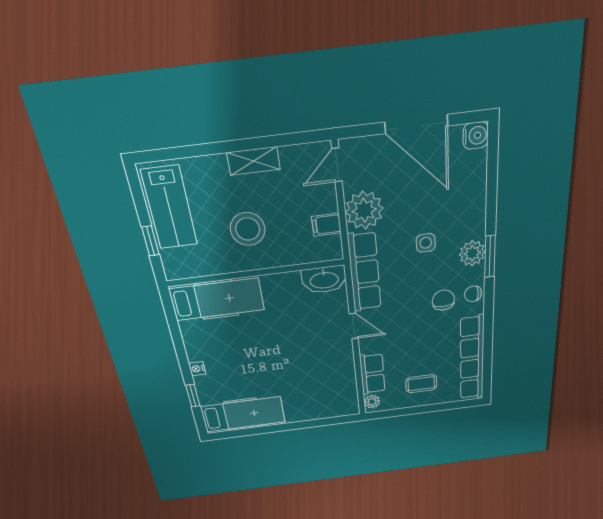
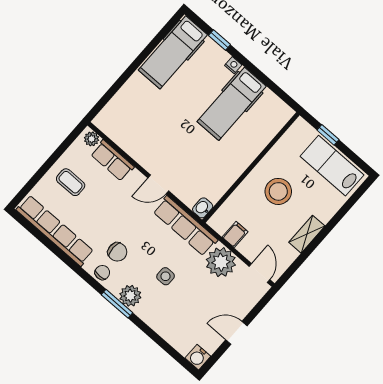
door: (416, 124) -> (236, 333), width x0.53
washbasin: (324, 280) -> (203, 208), width x0.52, depth x0.69
hospital bed: (217, 299) -> (232, 104), moved
coffee table: (421, 384) -> (71, 182), turned 90

